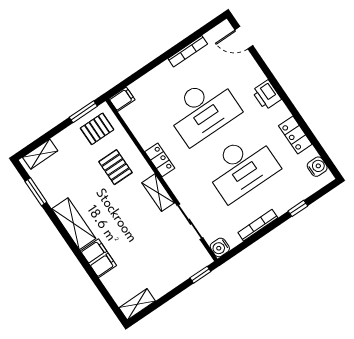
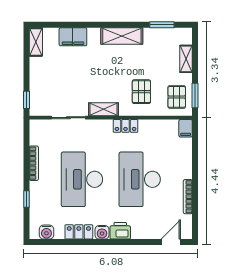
shelving: (40, 154) -> (186, 59), moved
pallet: (115, 167) -> (141, 92), turned 90
water cooler: (220, 247) -> (102, 232), moved, turned 180
filing cabinet: (98, 258) -> (73, 37), moved

